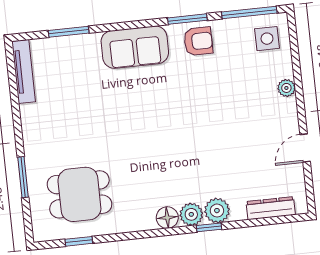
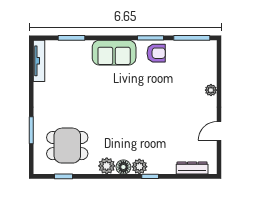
side table: (267, 39) -> (202, 56), removed
plant: (217, 211) -> (107, 166), moved

